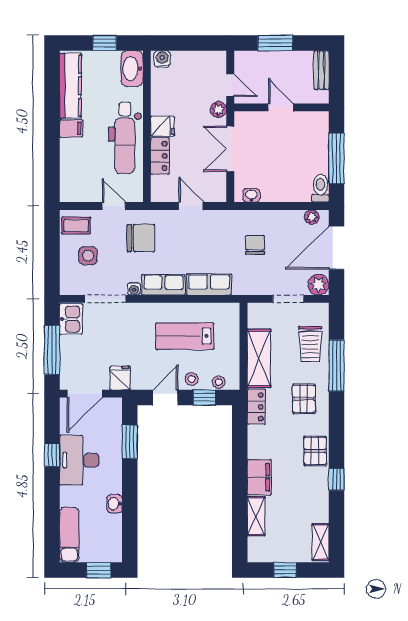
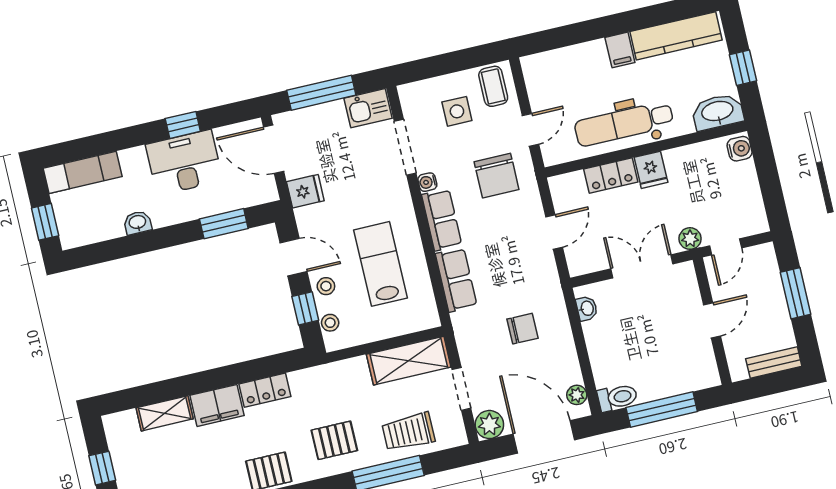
shelving: (259, 358) -> (409, 361), moved
locker: (256, 407) -> (265, 390), moved

